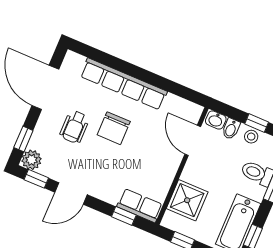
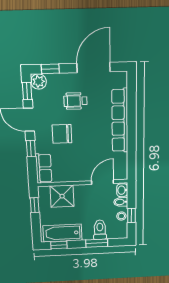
chair: (114, 128) -> (62, 134), moved
window: (124, 216) -> (31, 149), moved

